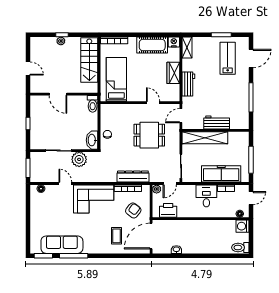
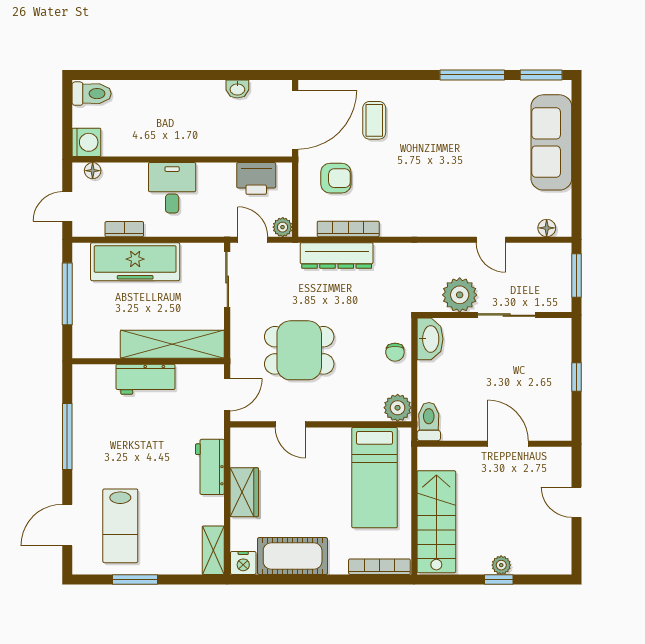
plant: (106, 110) -> (398, 408), added
door: (170, 184) -> (253, 240), hinge flipped
desk: (206, 196) -> (172, 188), moved, turned 180
corner sofa: (94, 199) -> (426, 204), removed
armchair: (133, 210) -> (336, 178), turned -127
sofa: (62, 245) -> (551, 142), moved, turned 90

